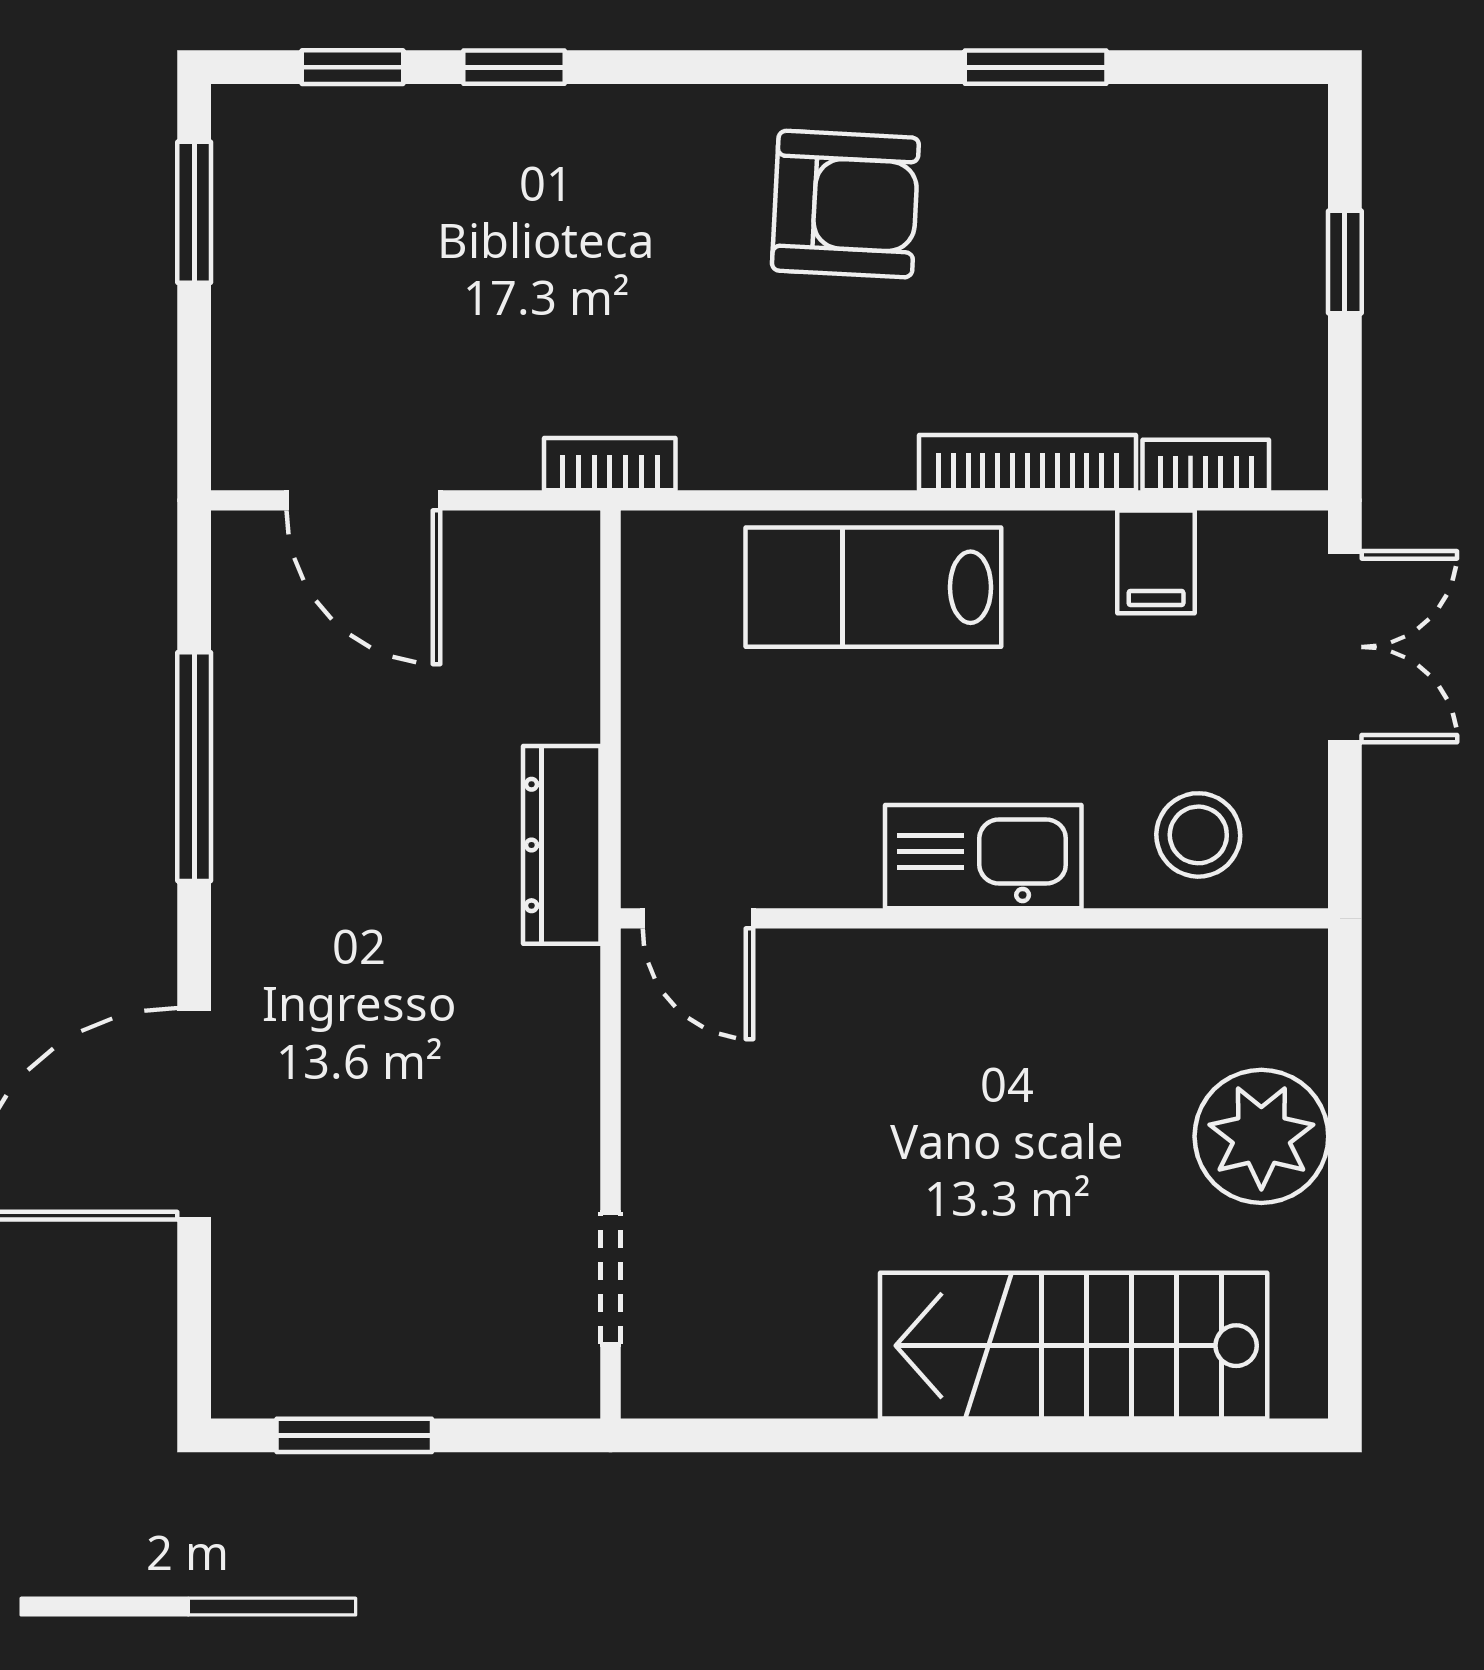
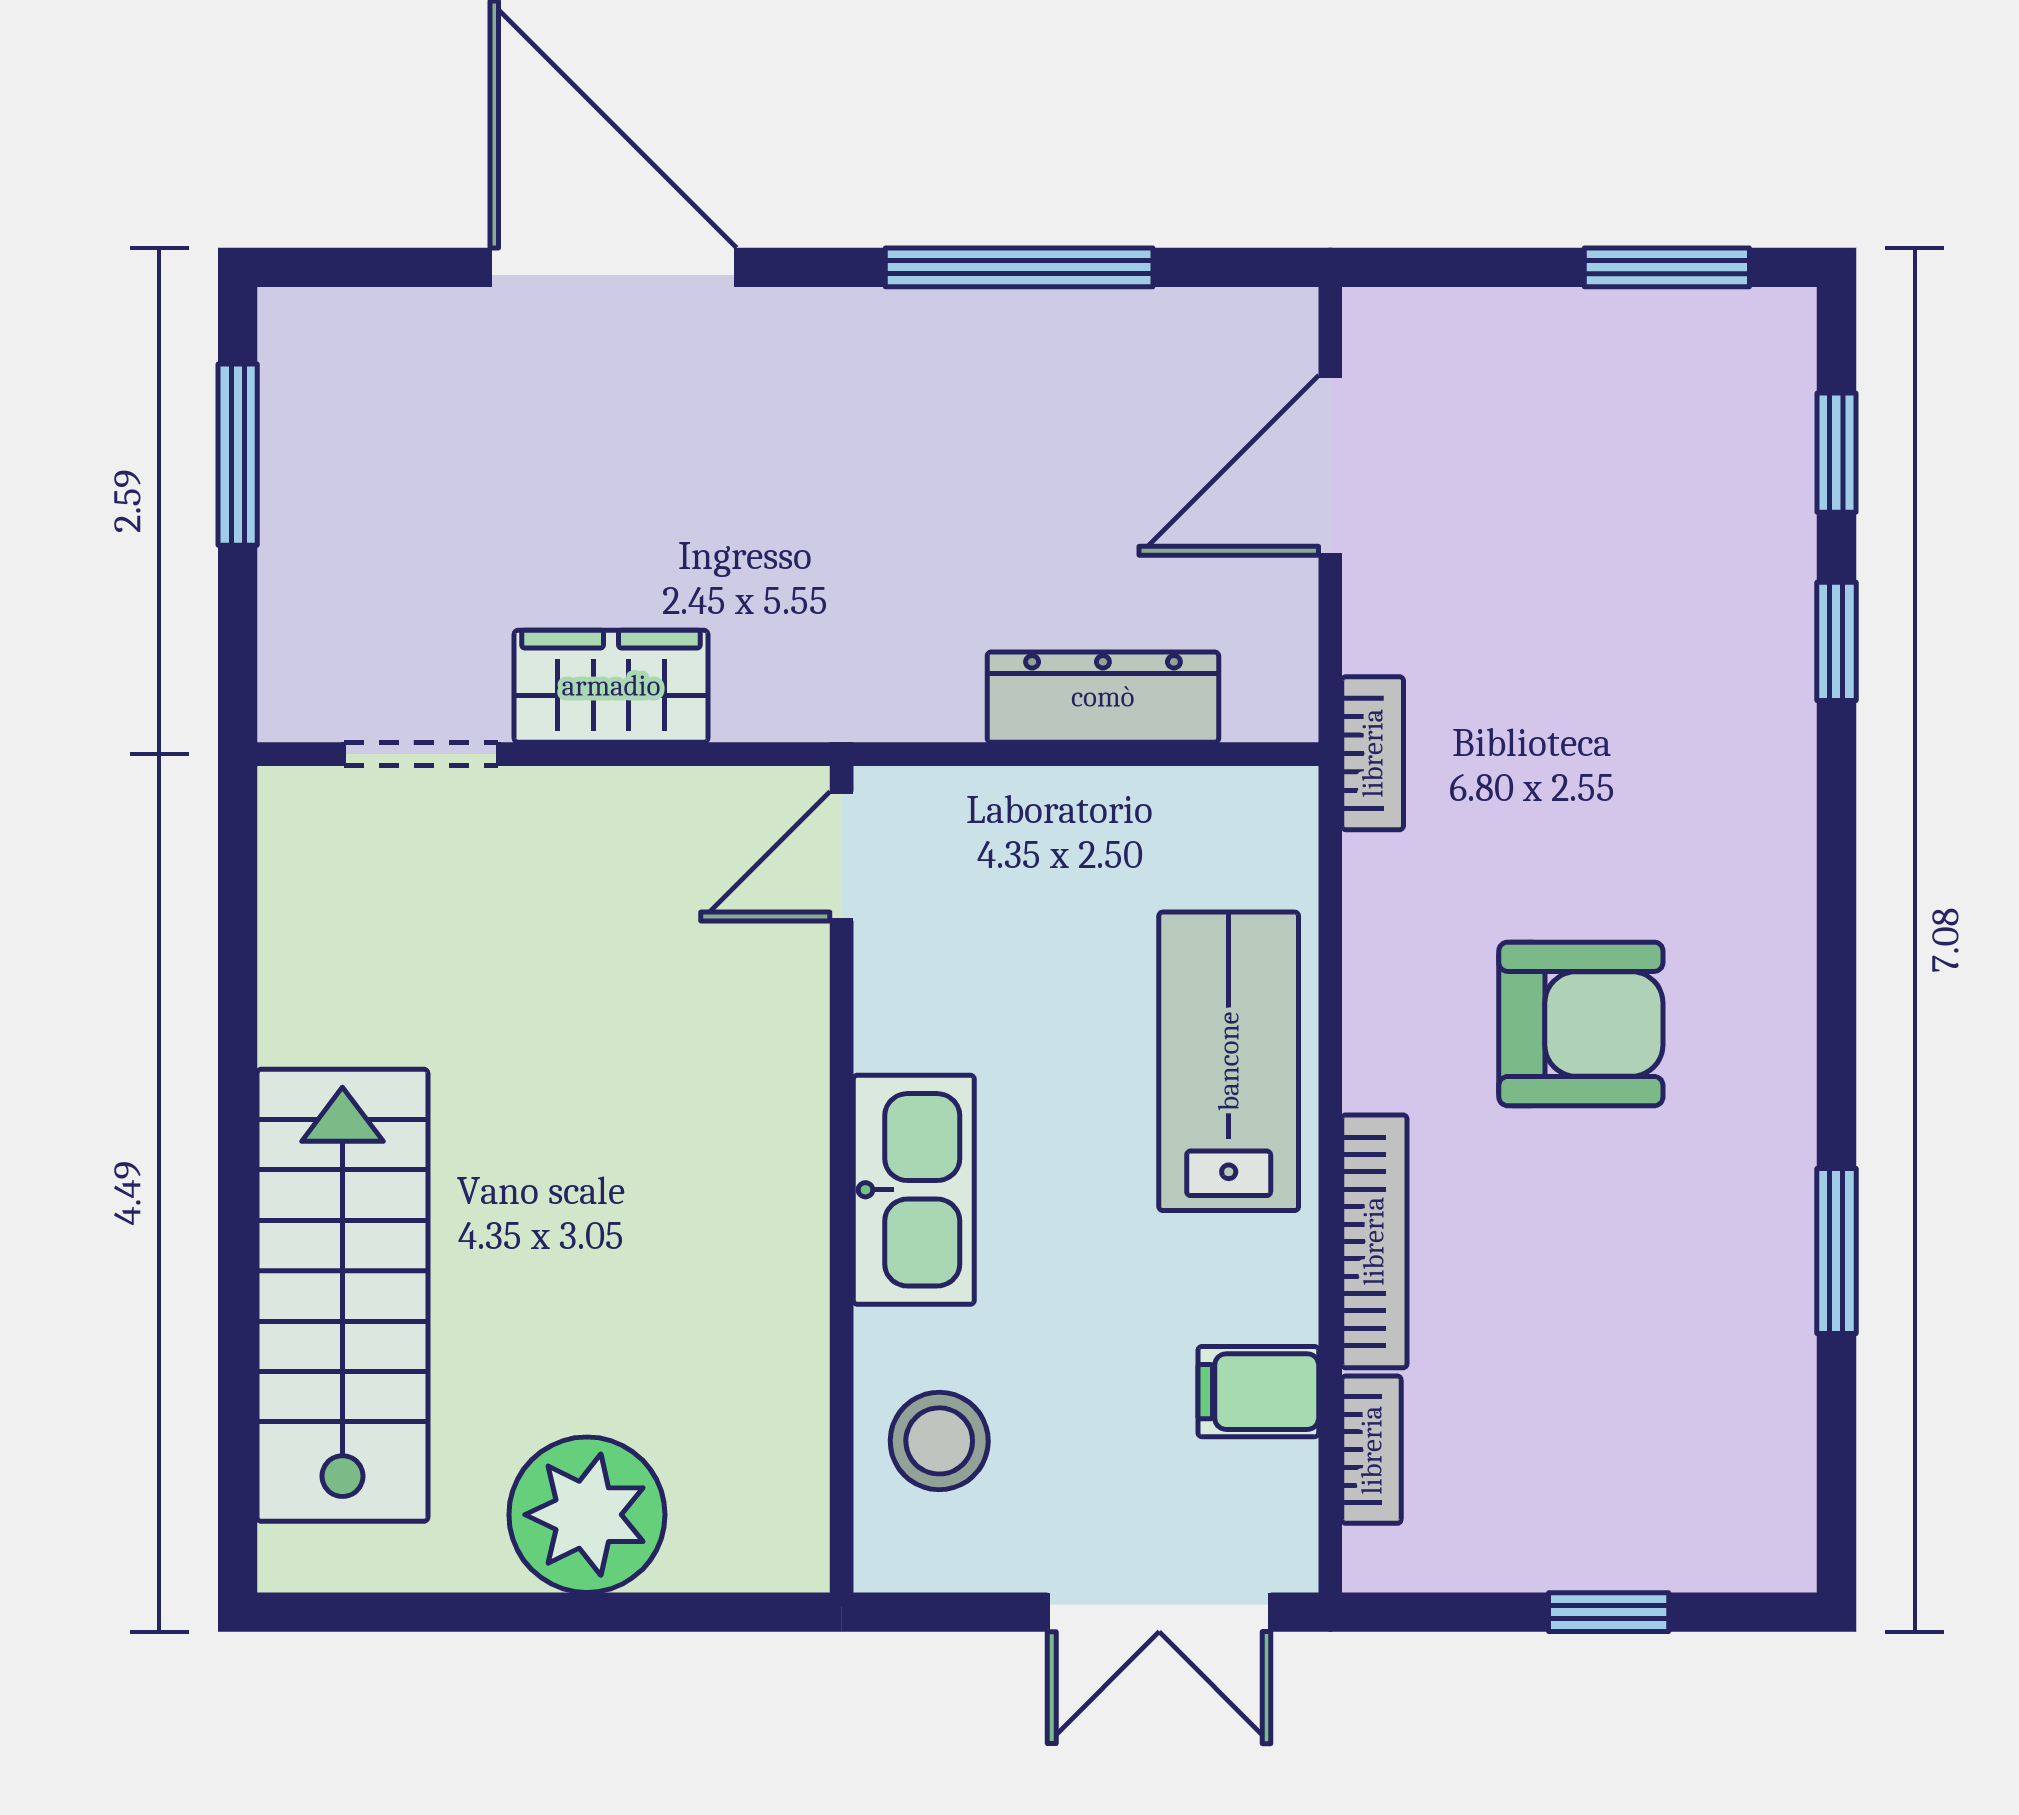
armchair: (845, 204) -> (1581, 1024), moved, turned -93
dresser: (562, 845) -> (1103, 697), moved
wardrobe: (552, 1116) -> (611, 686), added

